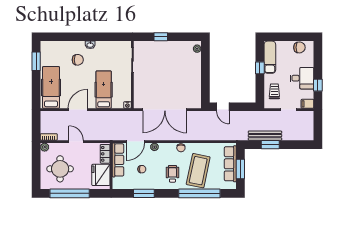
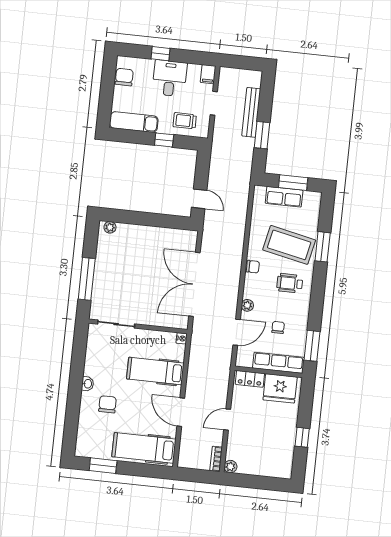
window: (161, 37) -> (87, 279), width x2.17
window: (260, 68) -> (164, 140), moved
window: (318, 85) -> (161, 54), moved
door: (223, 107) -> (199, 199), hinge flipped
double door: (165, 110) -> (194, 284), swing flipped
bench: (265, 136) -> (251, 112), moved
door: (136, 142) -> (237, 332), hinge flipped
row of seats: (118, 160) -> (278, 363), moved
row of seats: (230, 164) -> (284, 197), width x0.68
round table: (60, 169) -> (265, 447), removed
window: (70, 193) -> (302, 437), width x0.32
window: (144, 193) -> (312, 346), moved
window: (199, 193) -> (323, 247), width x0.47

